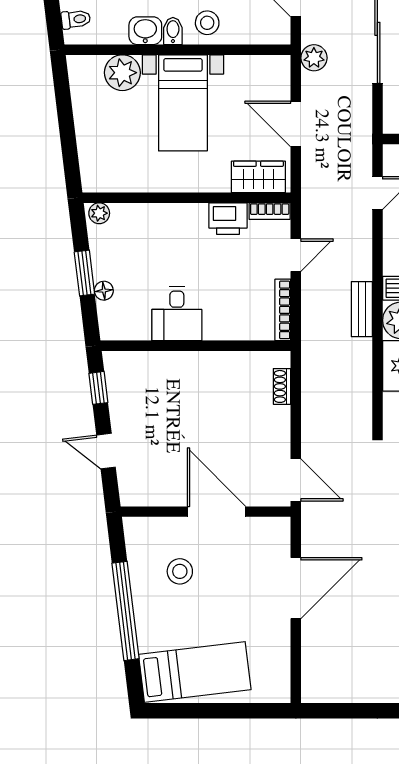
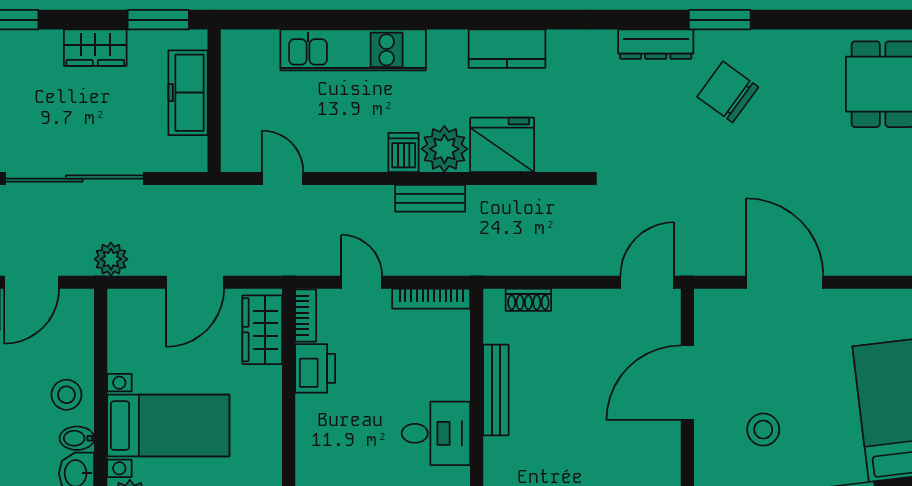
bench: (211, 361) -> (496, 390), added

